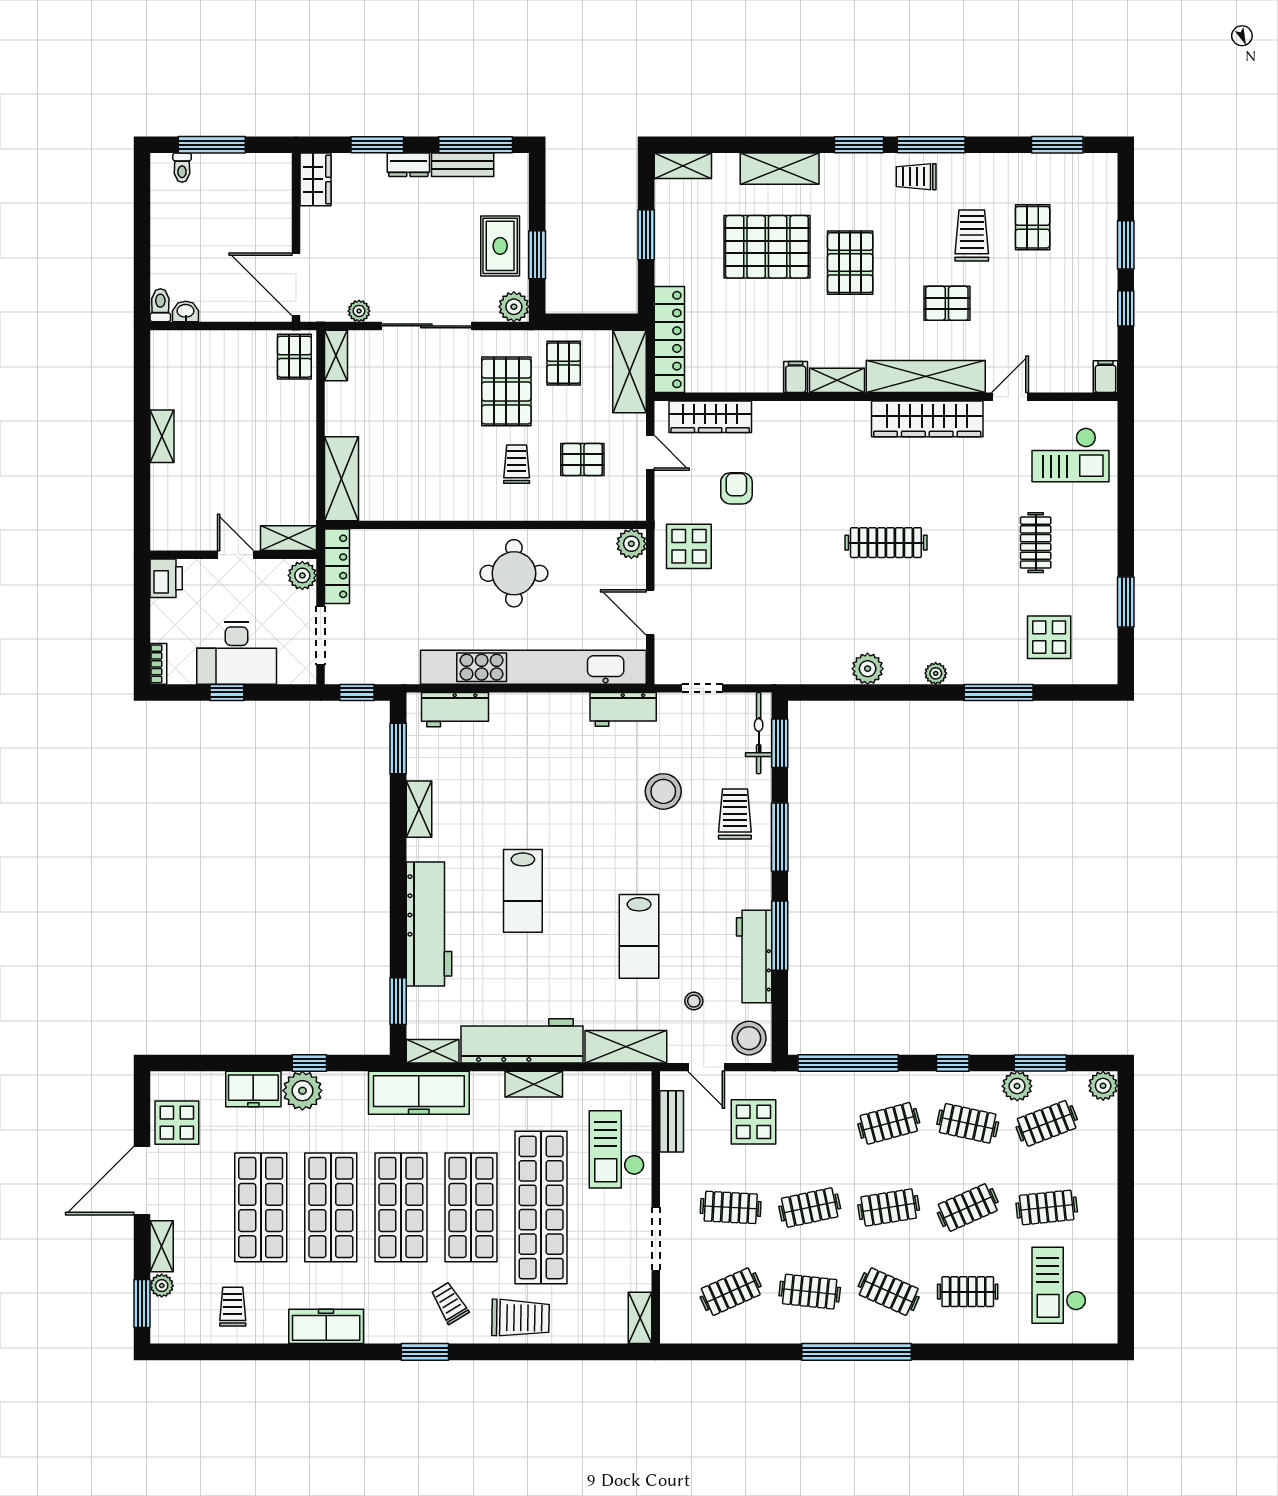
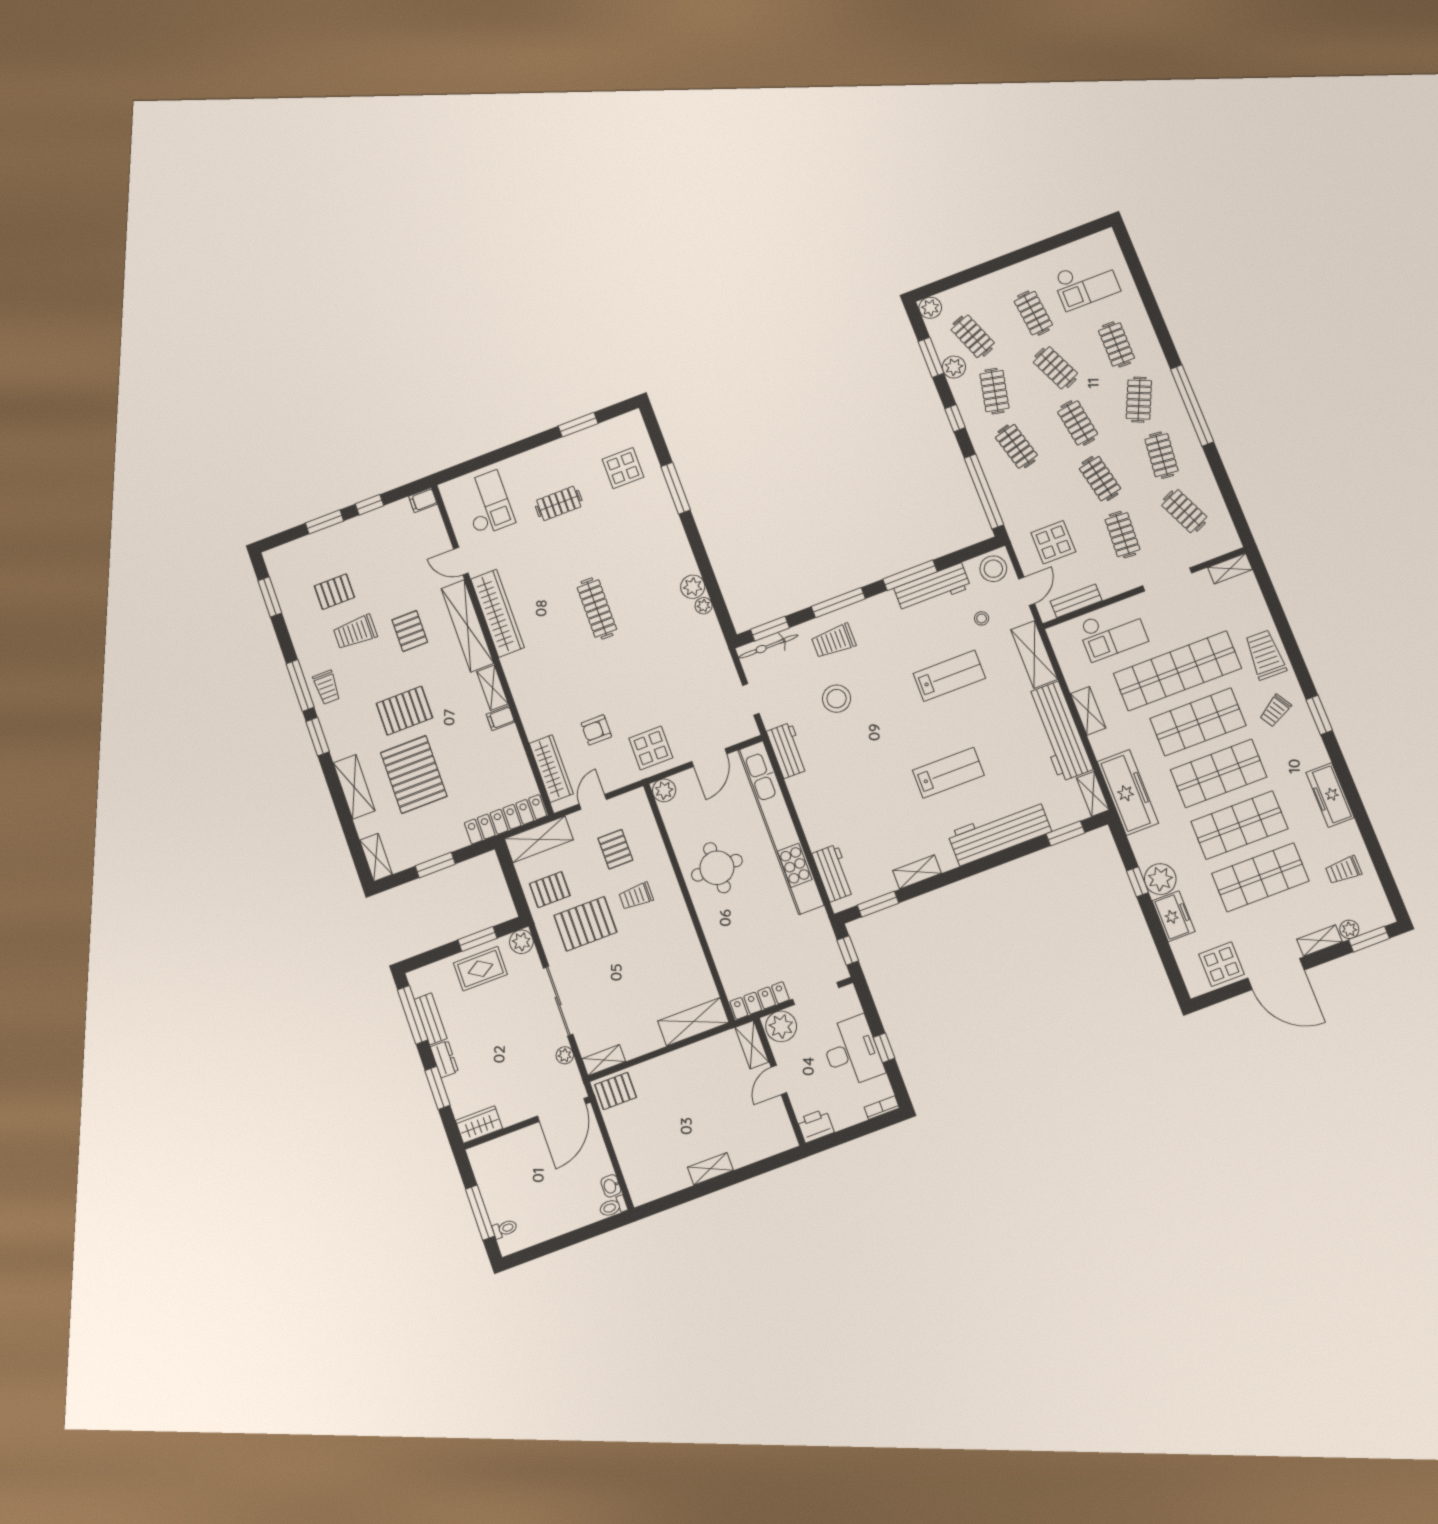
plant: (302, 575) -> (781, 1026), width x1.36, depth x1.36
plant: (936, 673) -> (704, 606), moved

